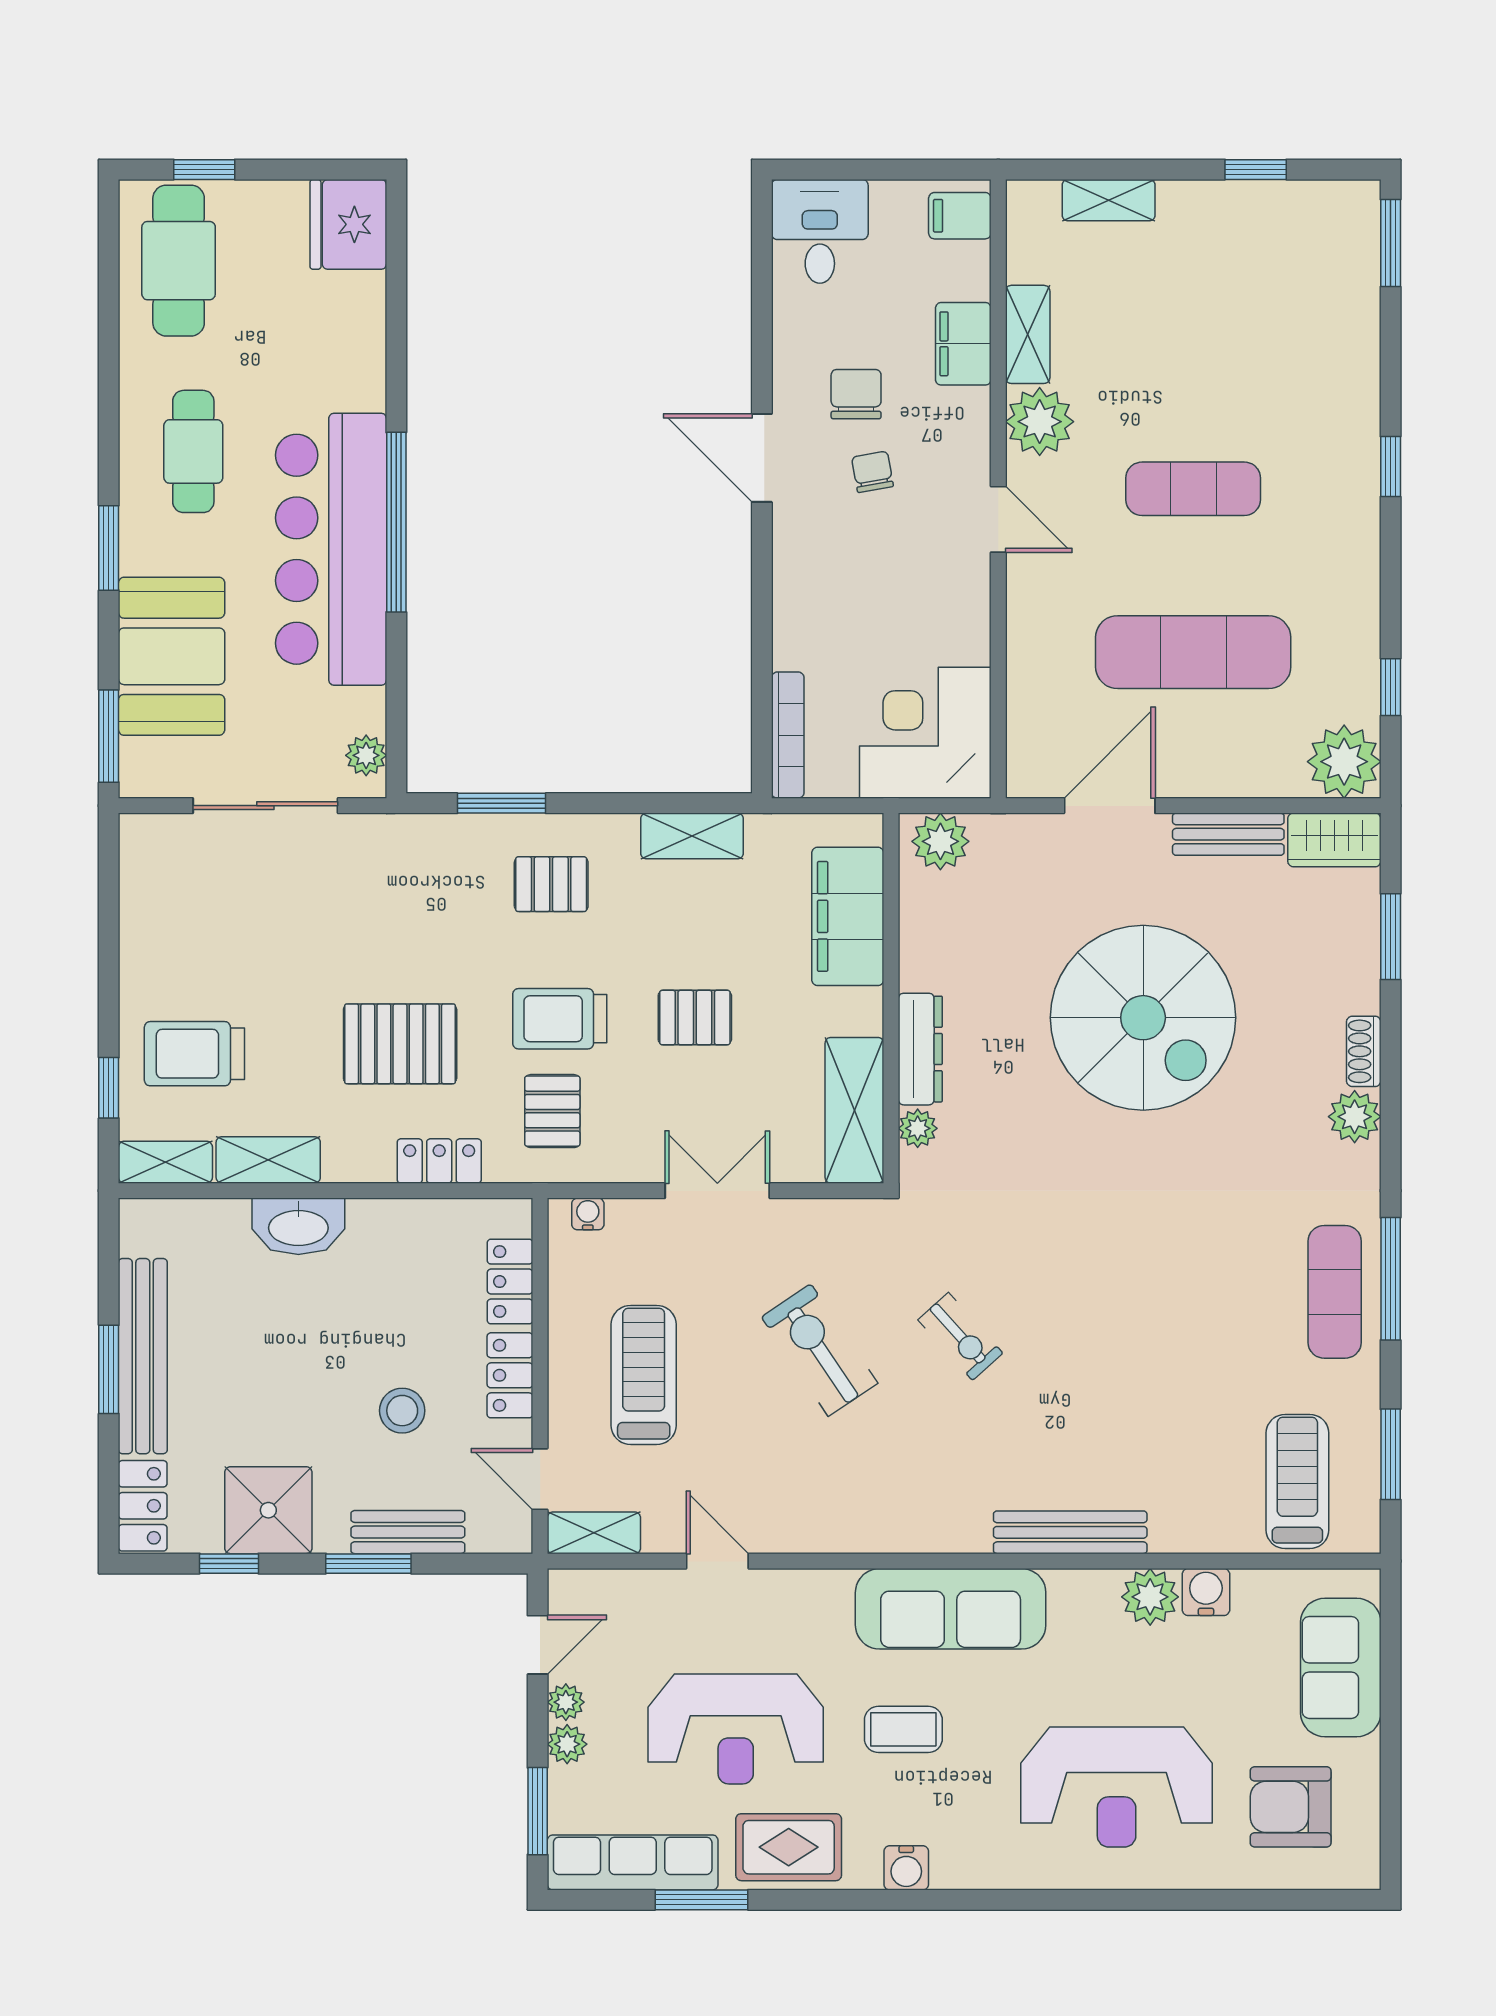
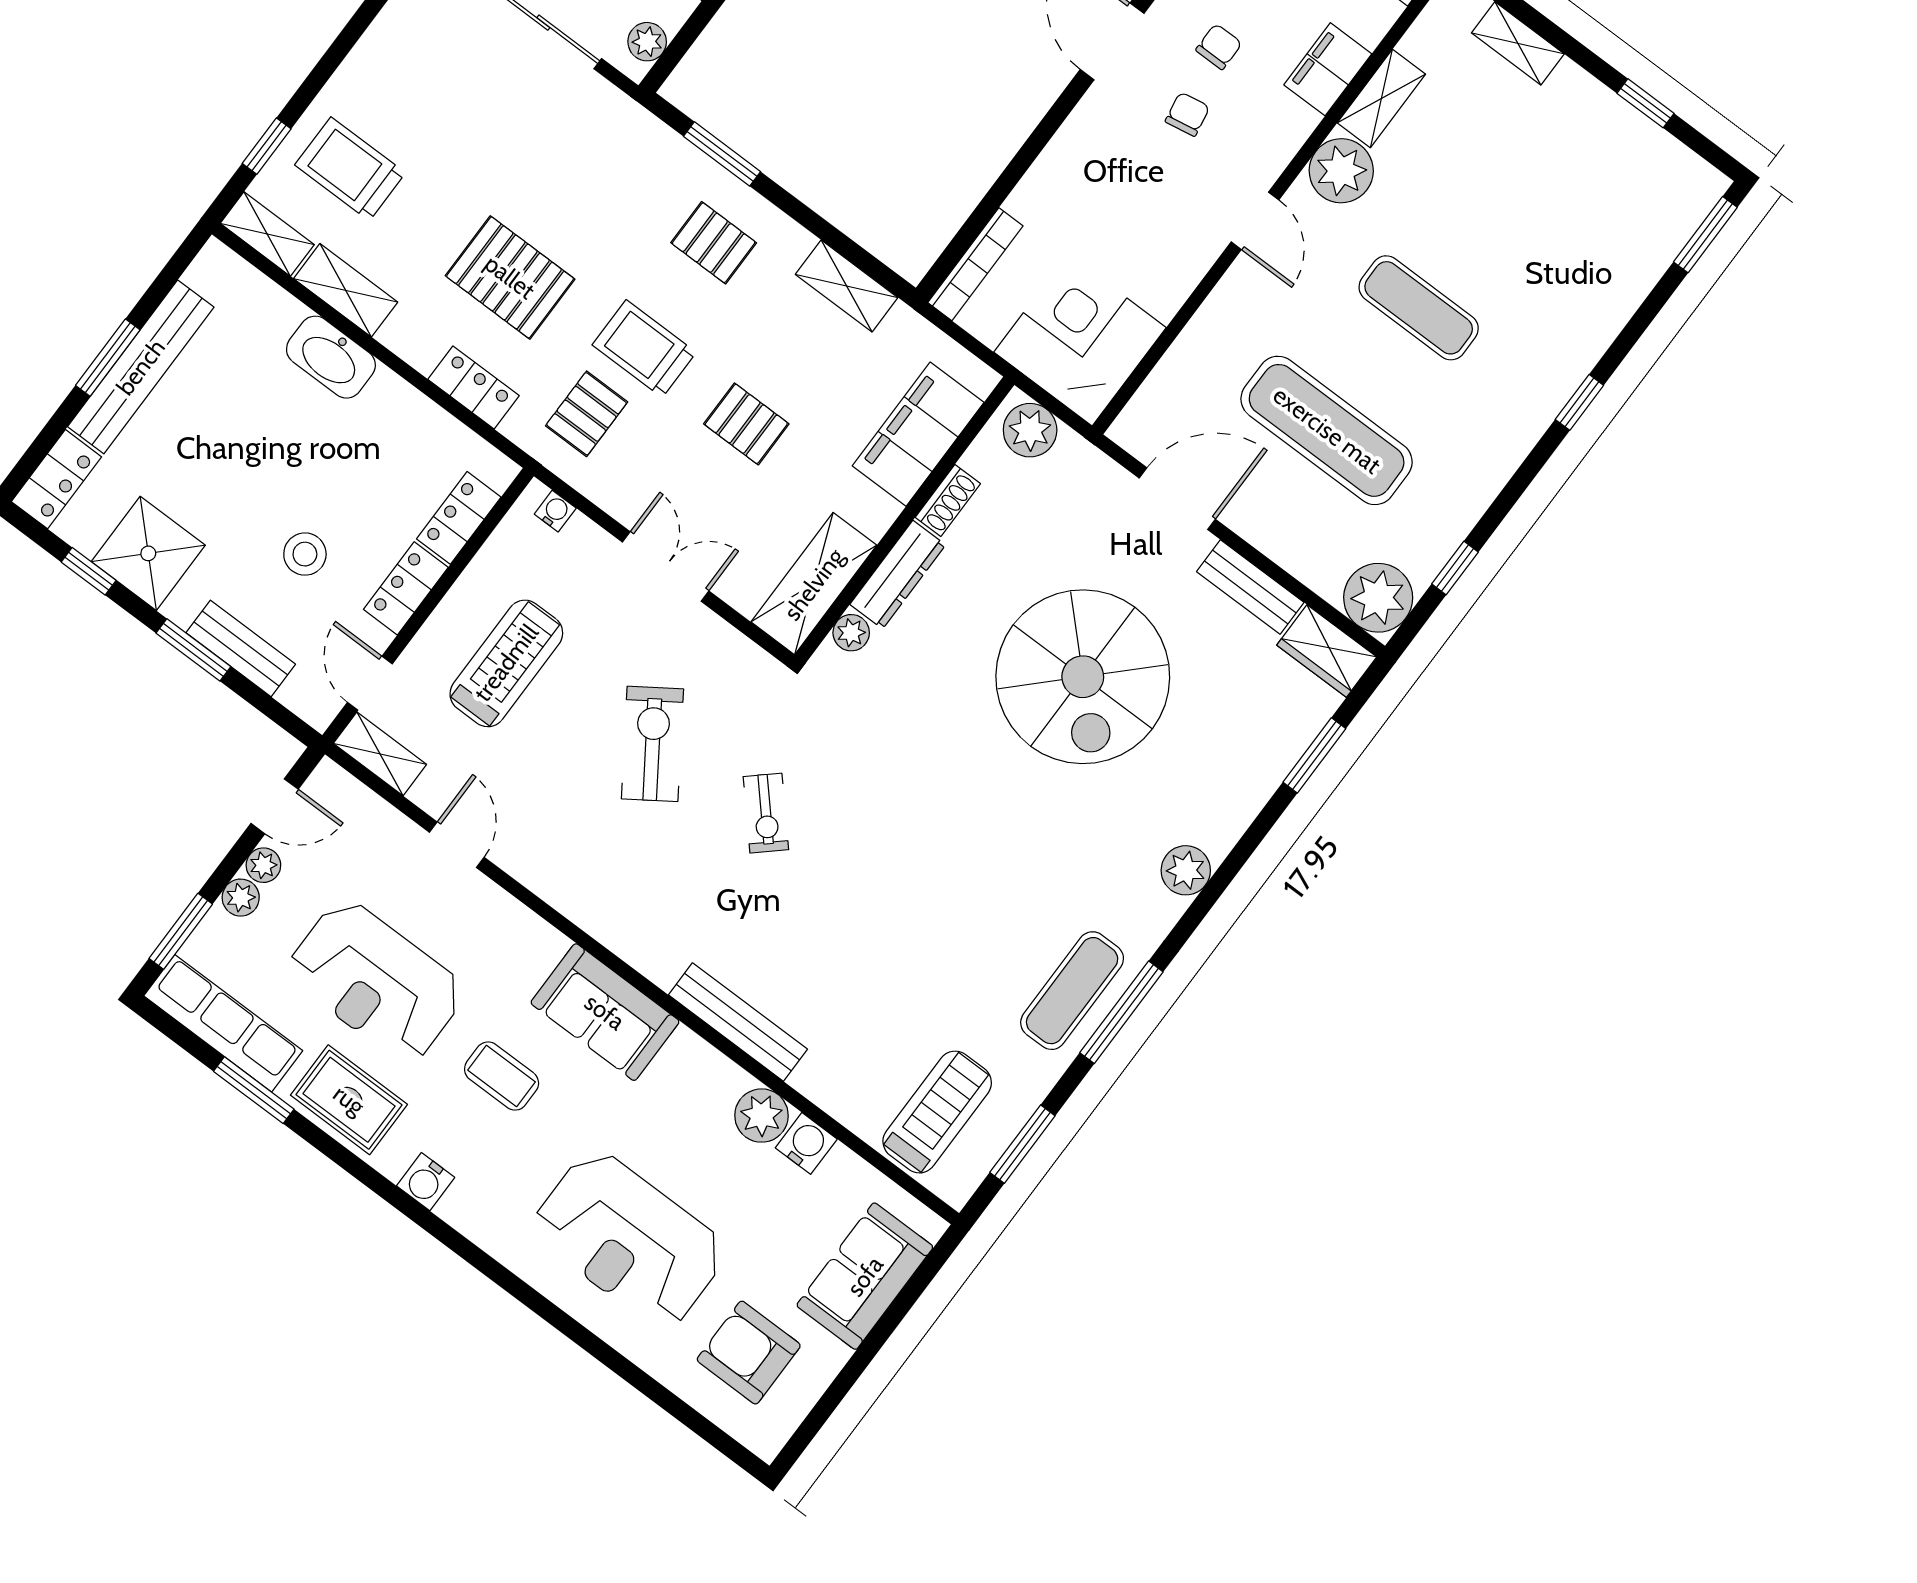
chair: (856, 394) -> (1219, 47), width x0.73, depth x0.73
shoe rack: (1364, 1051) -> (948, 500), moved, turned 180
sofa: (951, 1609) -> (605, 1012), width x0.73

